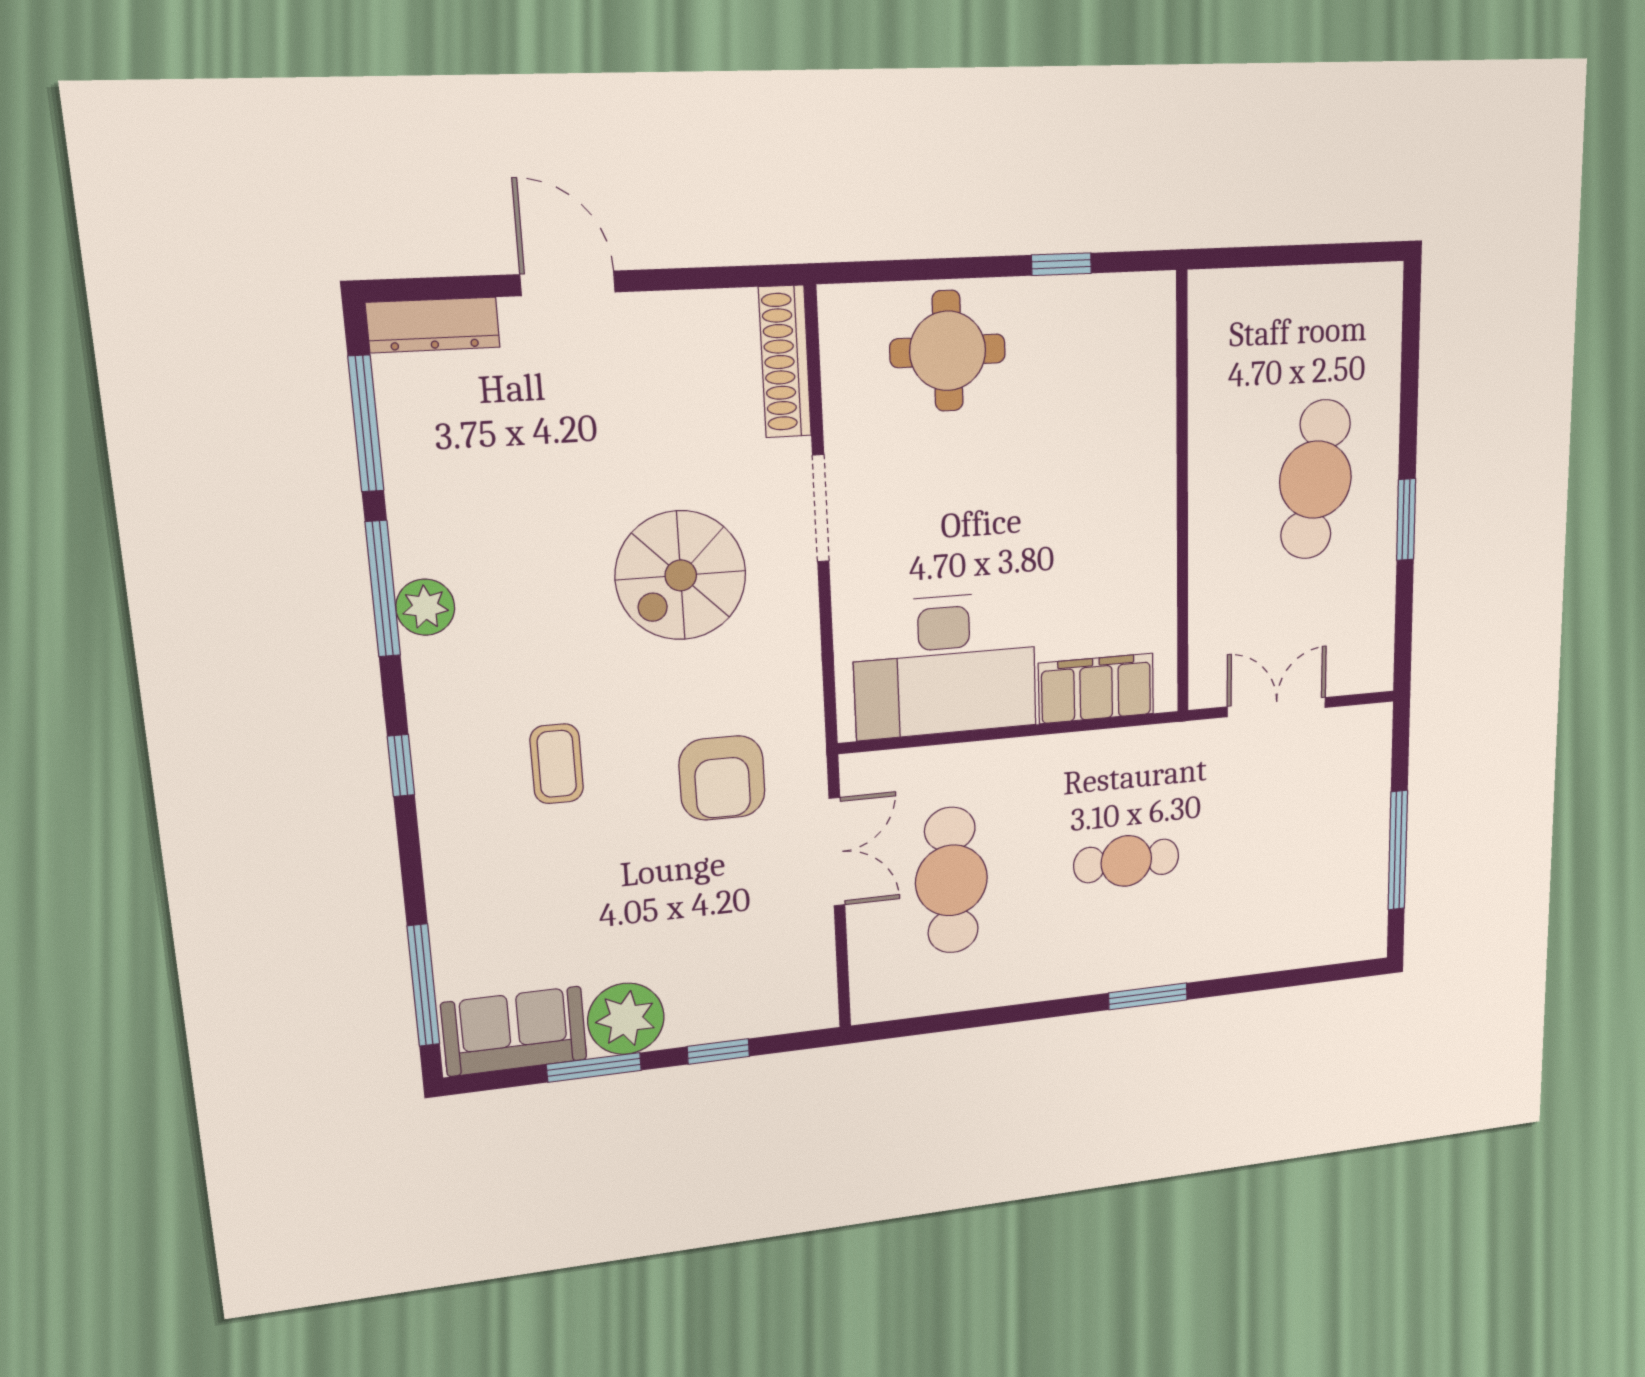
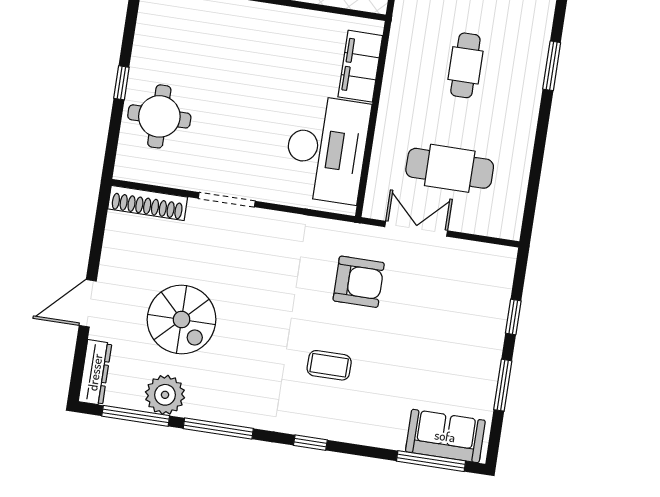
window: (1061, 264) -> (121, 83), moved
spiral stairs: (681, 575) -> (182, 320), moved
plant: (425, 607) -> (165, 395), moved, width x1.36, depth x1.36
plant: (626, 1019) -> (480, 362), removed
sofa: (514, 1031) -> (445, 436), moved, turned 90

